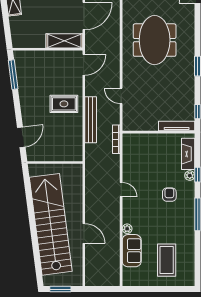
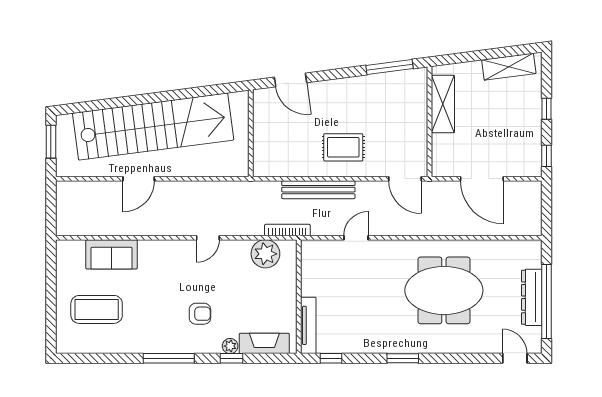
shelving: (64, 41) -> (443, 104), moved
rug: (64, 104) -> (343, 147), turned 90
plant: (127, 229) -> (265, 254), moved, width x1.87, depth x1.87

